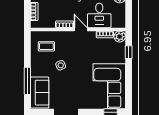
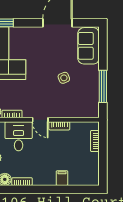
coffee table: (46, 46) -> (81, 100), removed
window: (27, 81) -> (103, 86), moved

